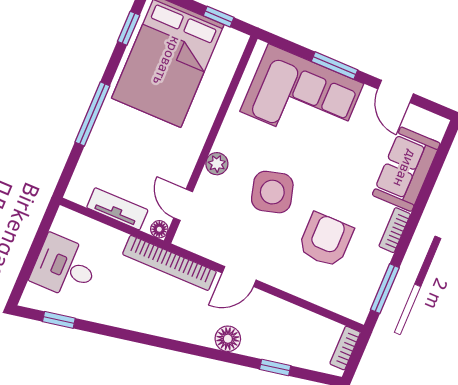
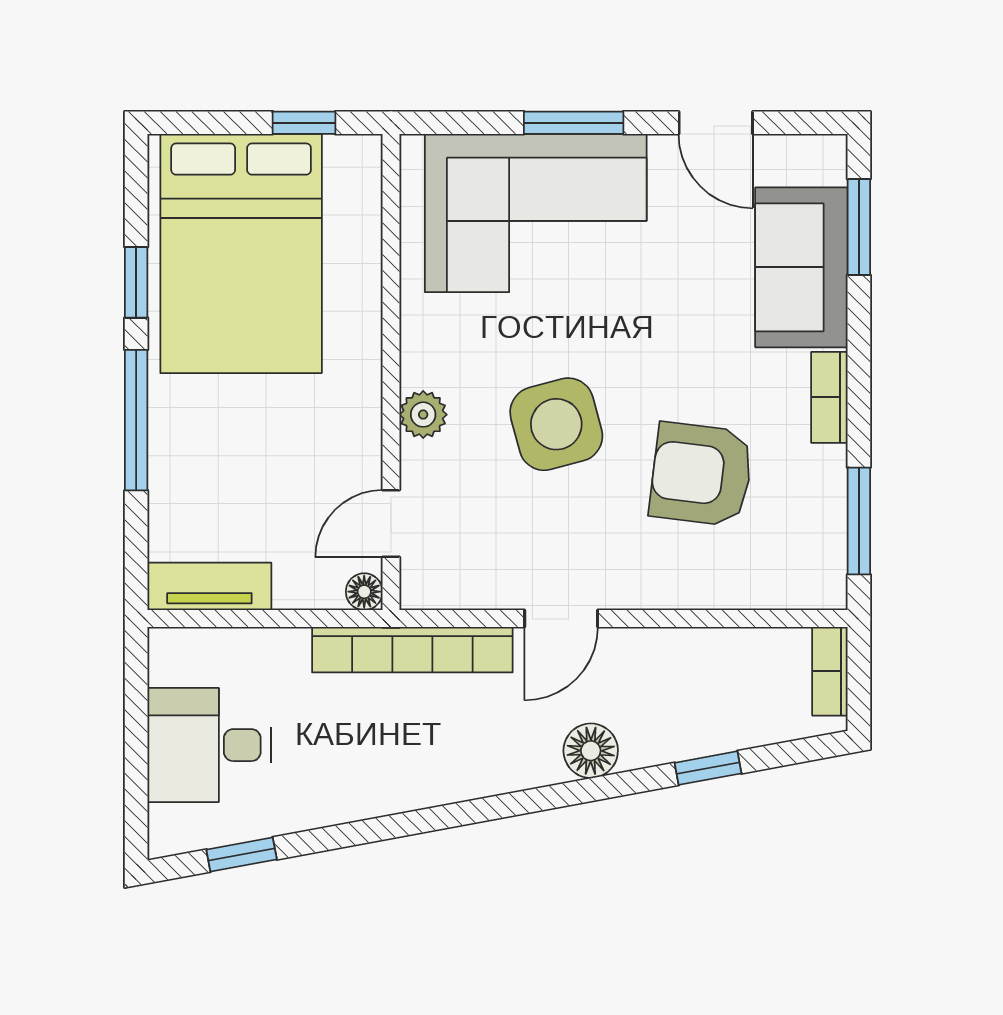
window: (129, 28) -> (136, 282), moved
window: (438, 162) -> (859, 227), added
door: (183, 205) -> (391, 524), hinge flipped
tv unit: (117, 209) -> (209, 586), moved
armchair: (326, 240) -> (701, 474), turned -83

